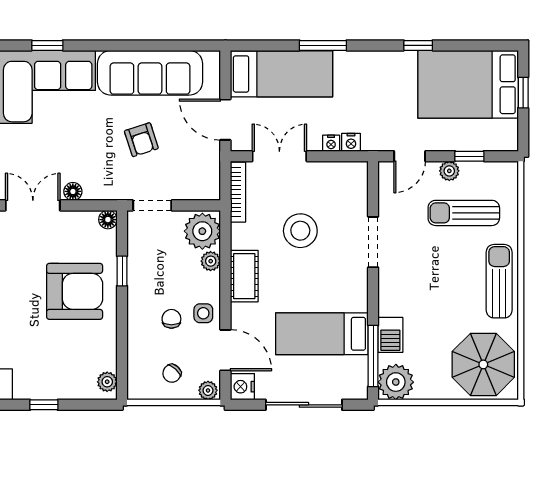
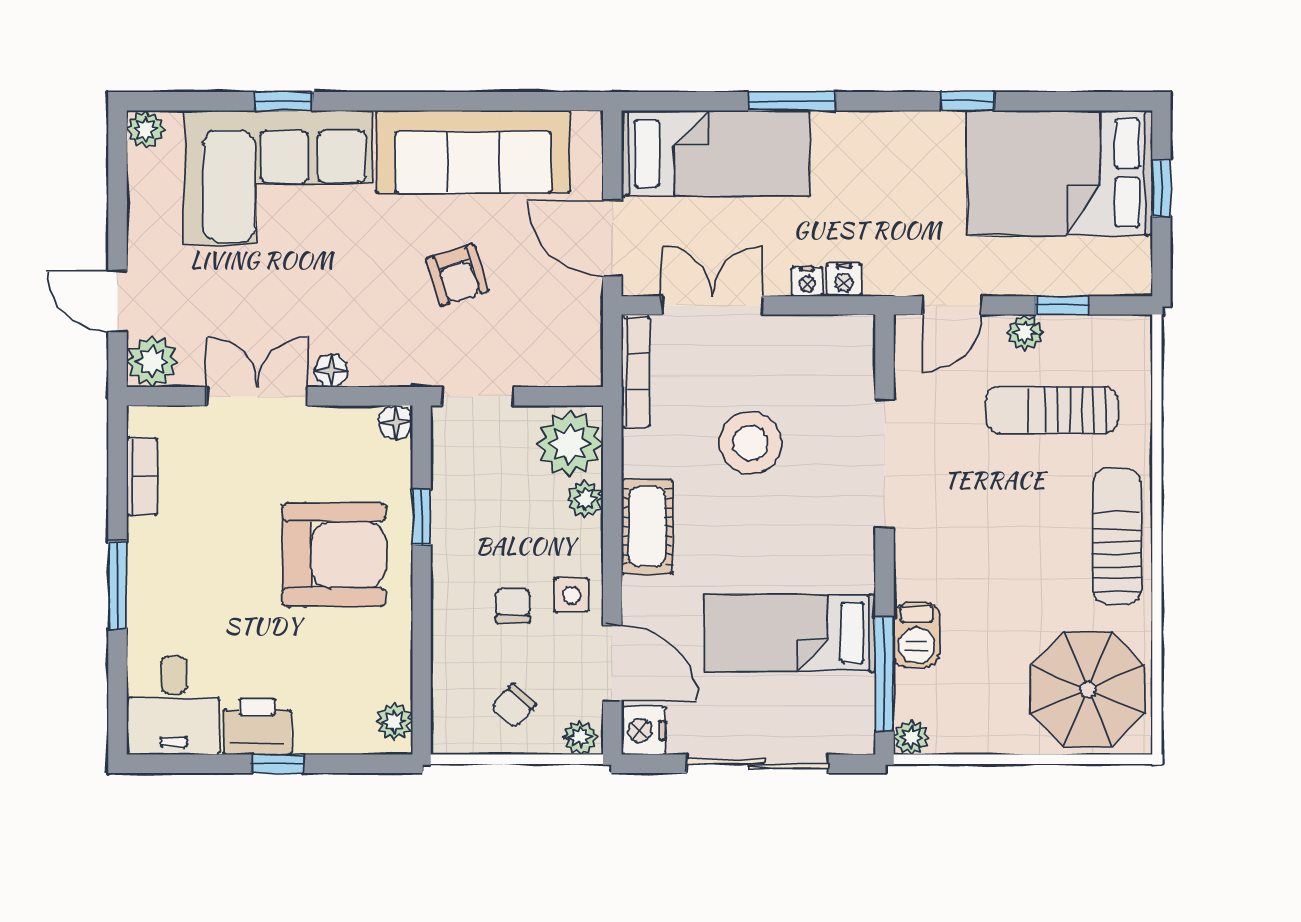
doorway: (373, 242) -> (885, 464), width x1.36
plant: (396, 382) -> (911, 737), width x0.53, depth x0.53
printer: (33, 385) -> (257, 727), added

